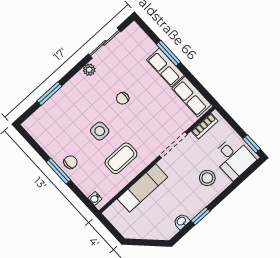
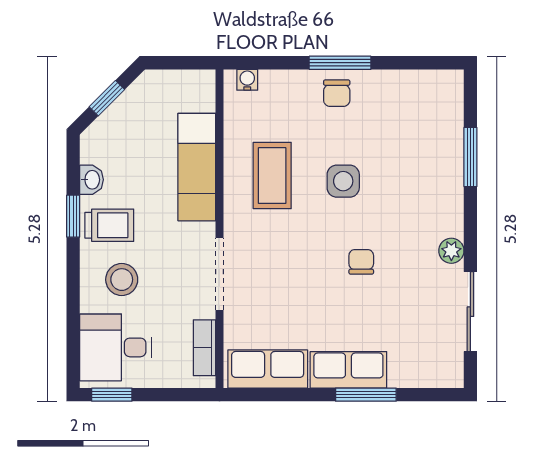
trolley: (192, 200) -> (109, 225), added
window: (147, 243) -> (107, 98), added

